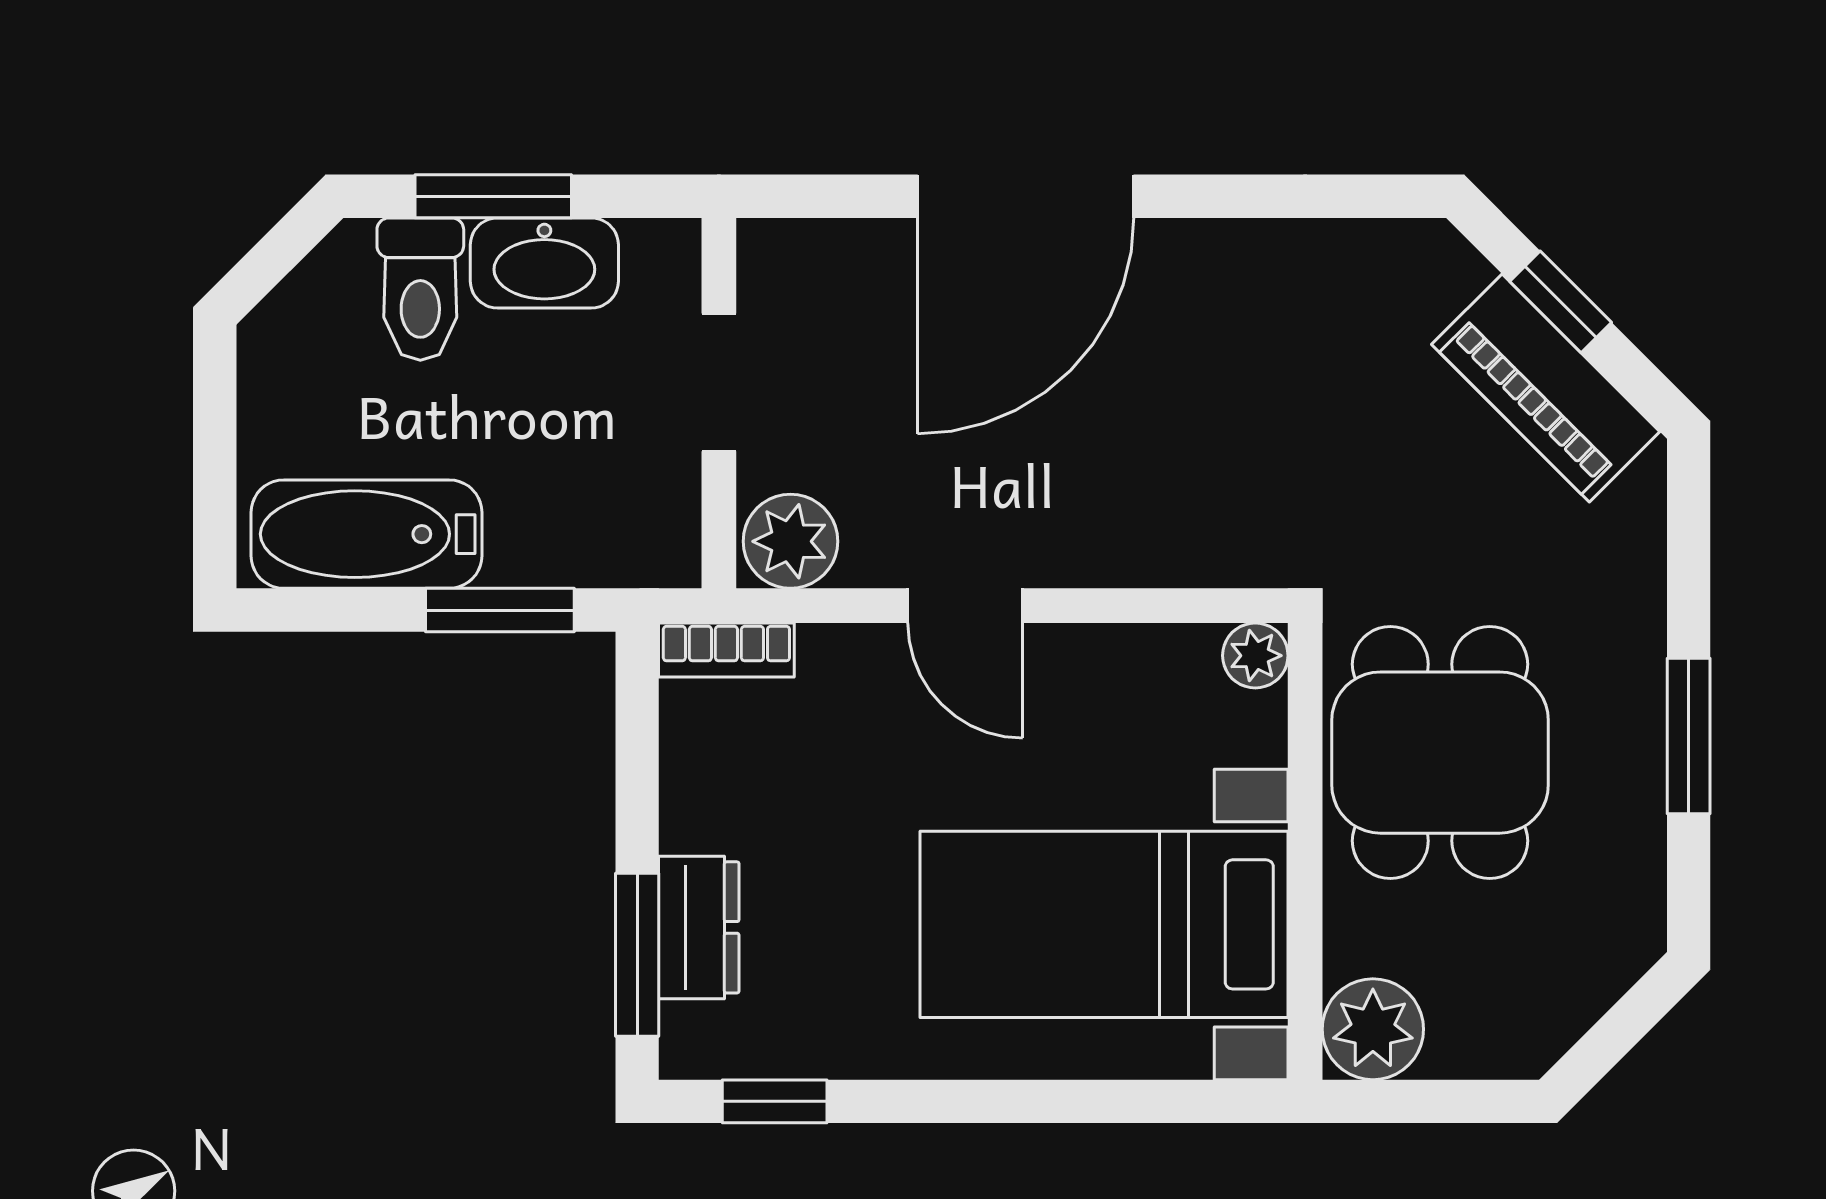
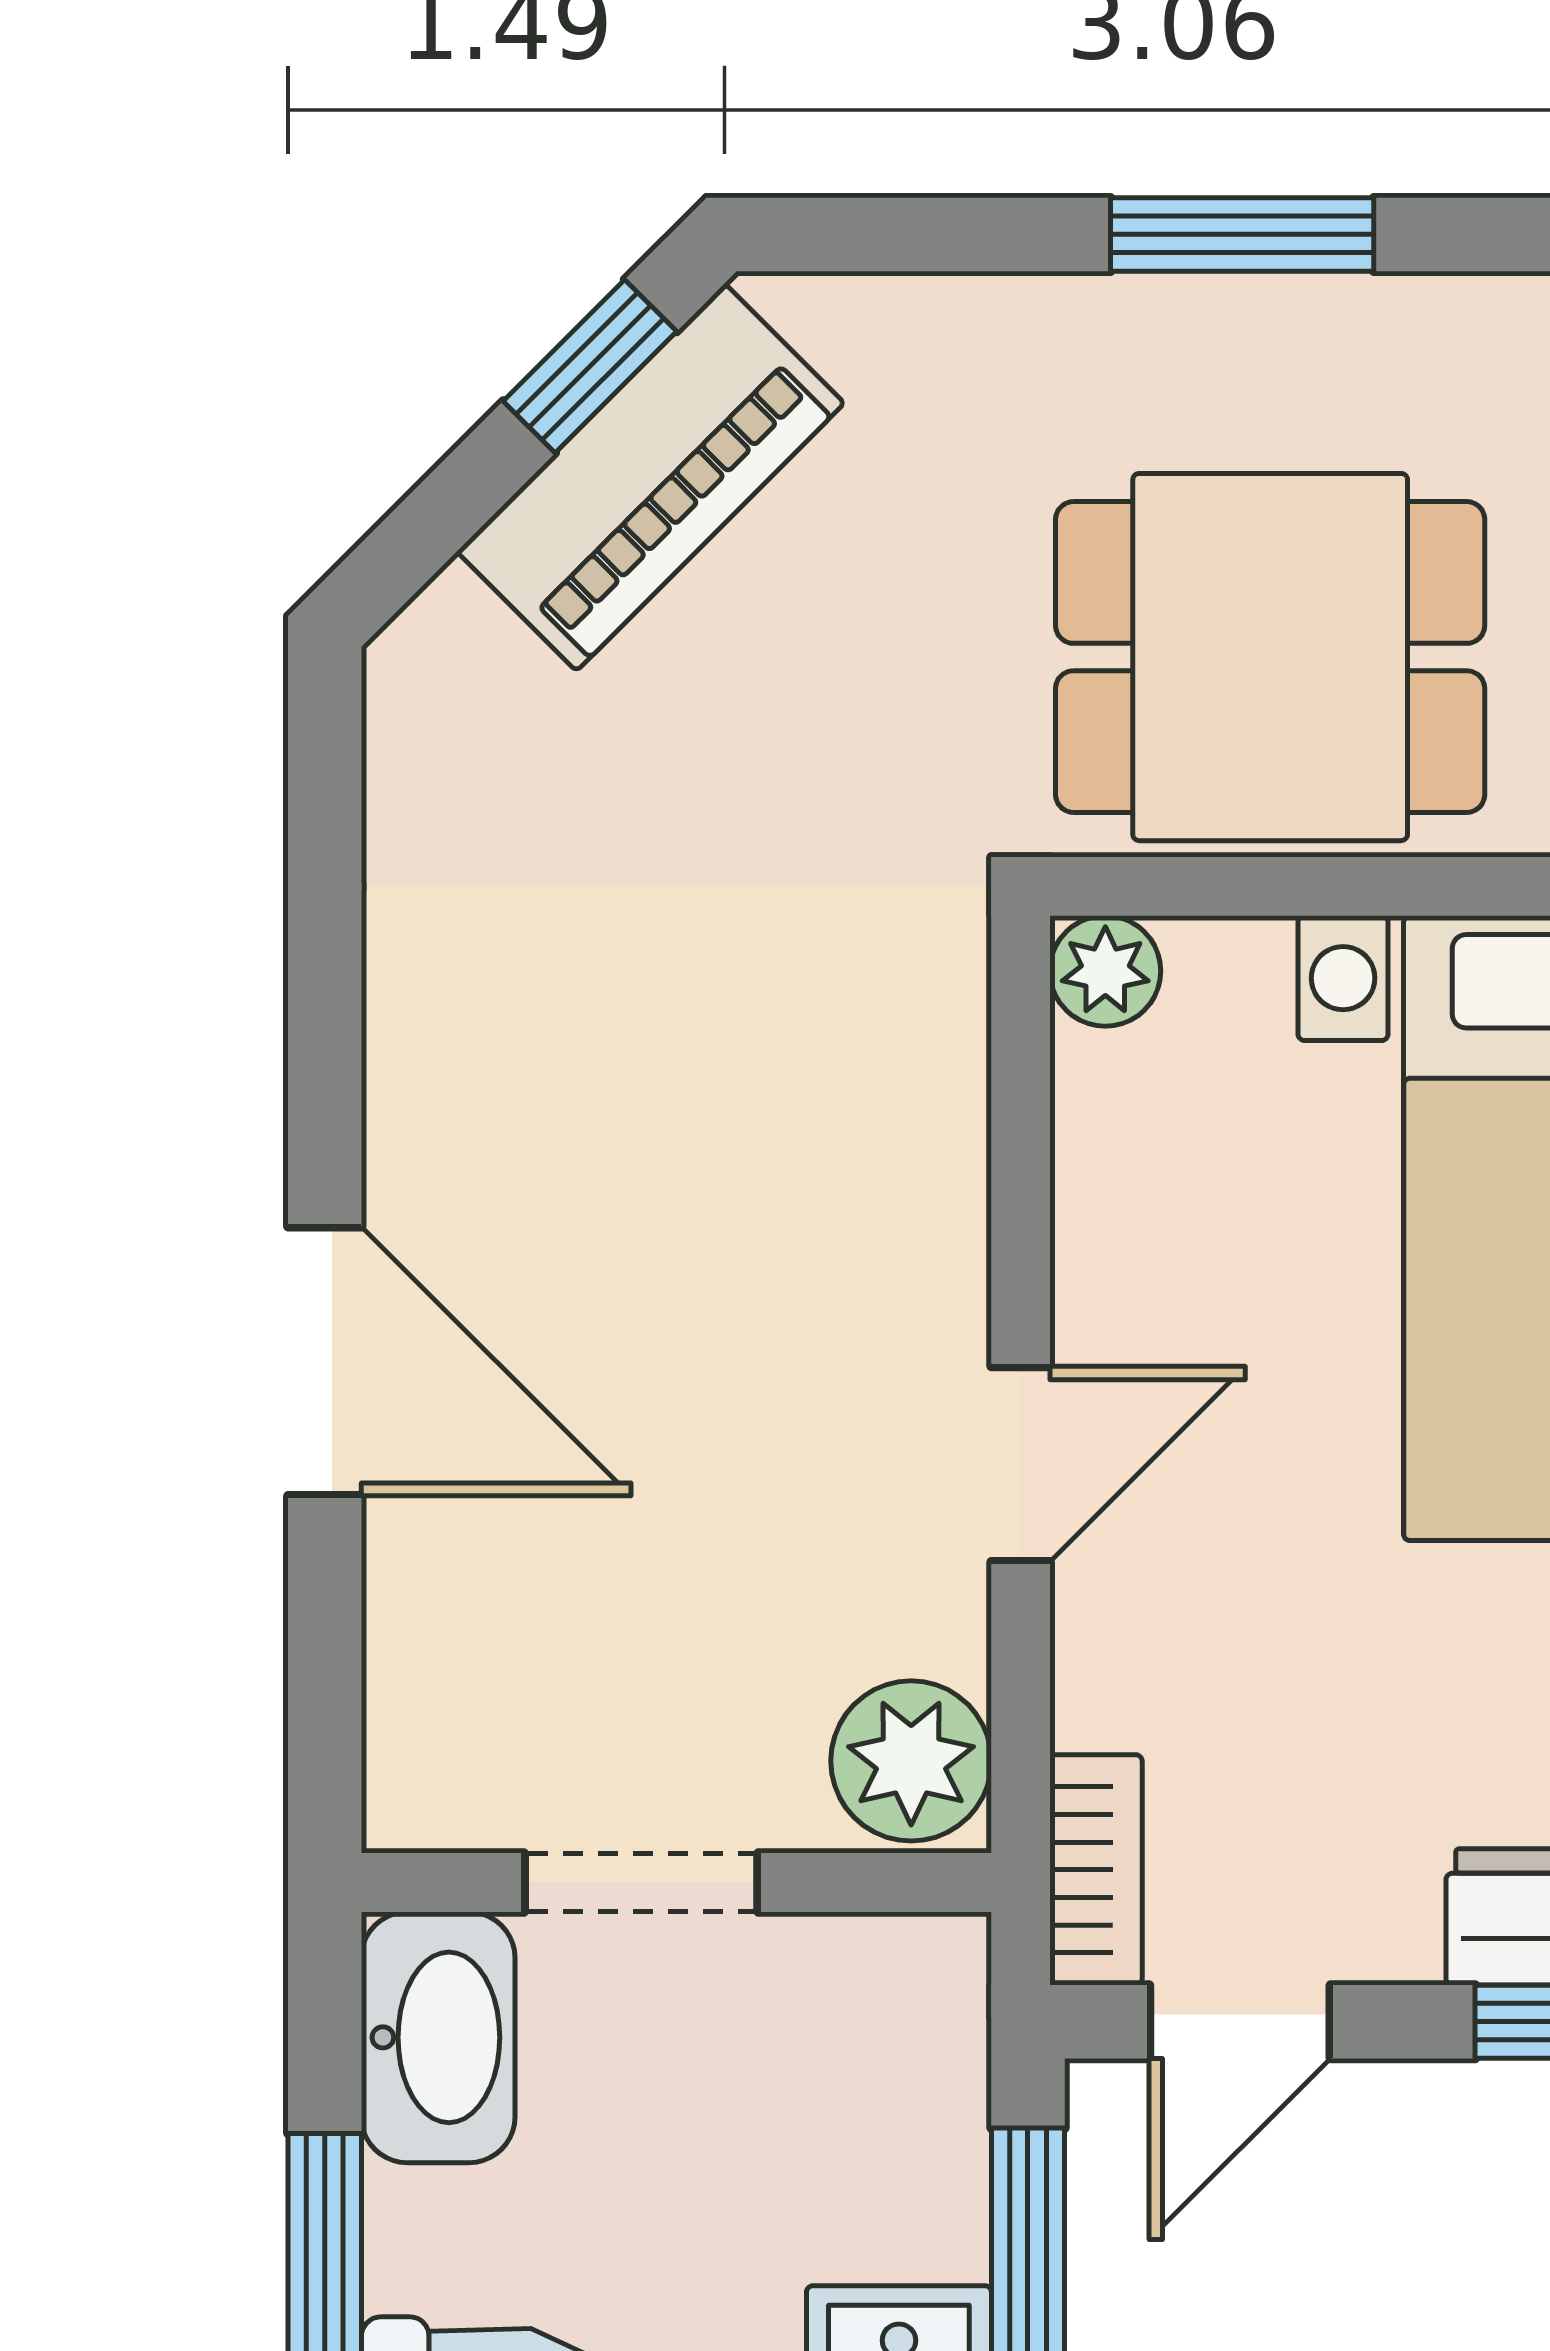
door: (1026, 196) -> (325, 1361), width x0.73
washbasin: (544, 263) -> (438, 2037), moved
window: (1561, 302) -> (590, 366), moved
door: (637, 735) -> (1240, 2022), added

